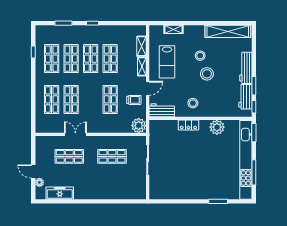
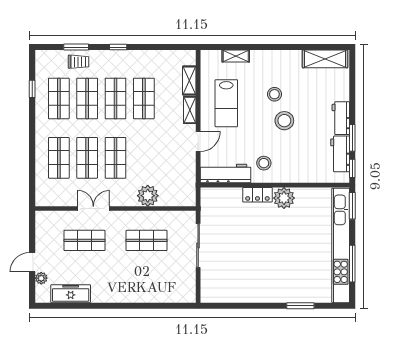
shelving: (228, 31) -> (325, 59), width x0.68
workbench: (246, 68) -> (341, 118), width x0.73
shop shelf: (110, 99) -> (115, 158), moved
trolley: (134, 100) -> (79, 62), moved
workbench: (162, 110) -> (225, 174), width x1.38
plant: (139, 126) -> (148, 196), moved
plant: (217, 127) -> (284, 198), moved
door: (33, 171) -> (32, 262), hinge flipped

